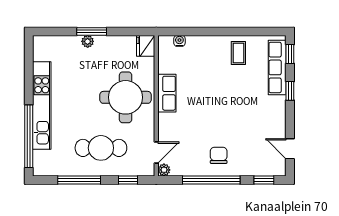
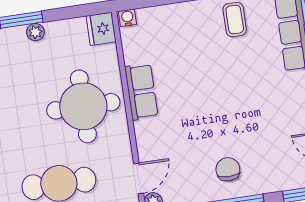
plant: (88, 41) -> (35, 32), moved
water cooler: (179, 41) -> (127, 18), moved

